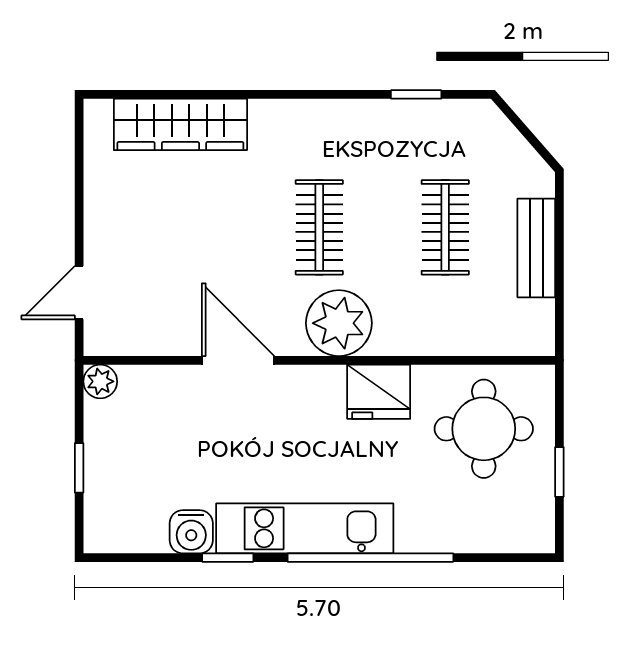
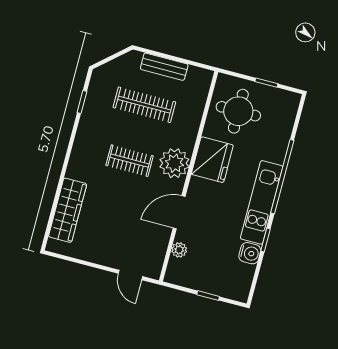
clothes rail: (445, 227) -> (144, 105), width x1.36
plant: (100, 381) -> (179, 250), moved
fridge: (379, 392) -> (212, 160), width x1.36, depth x1.34

